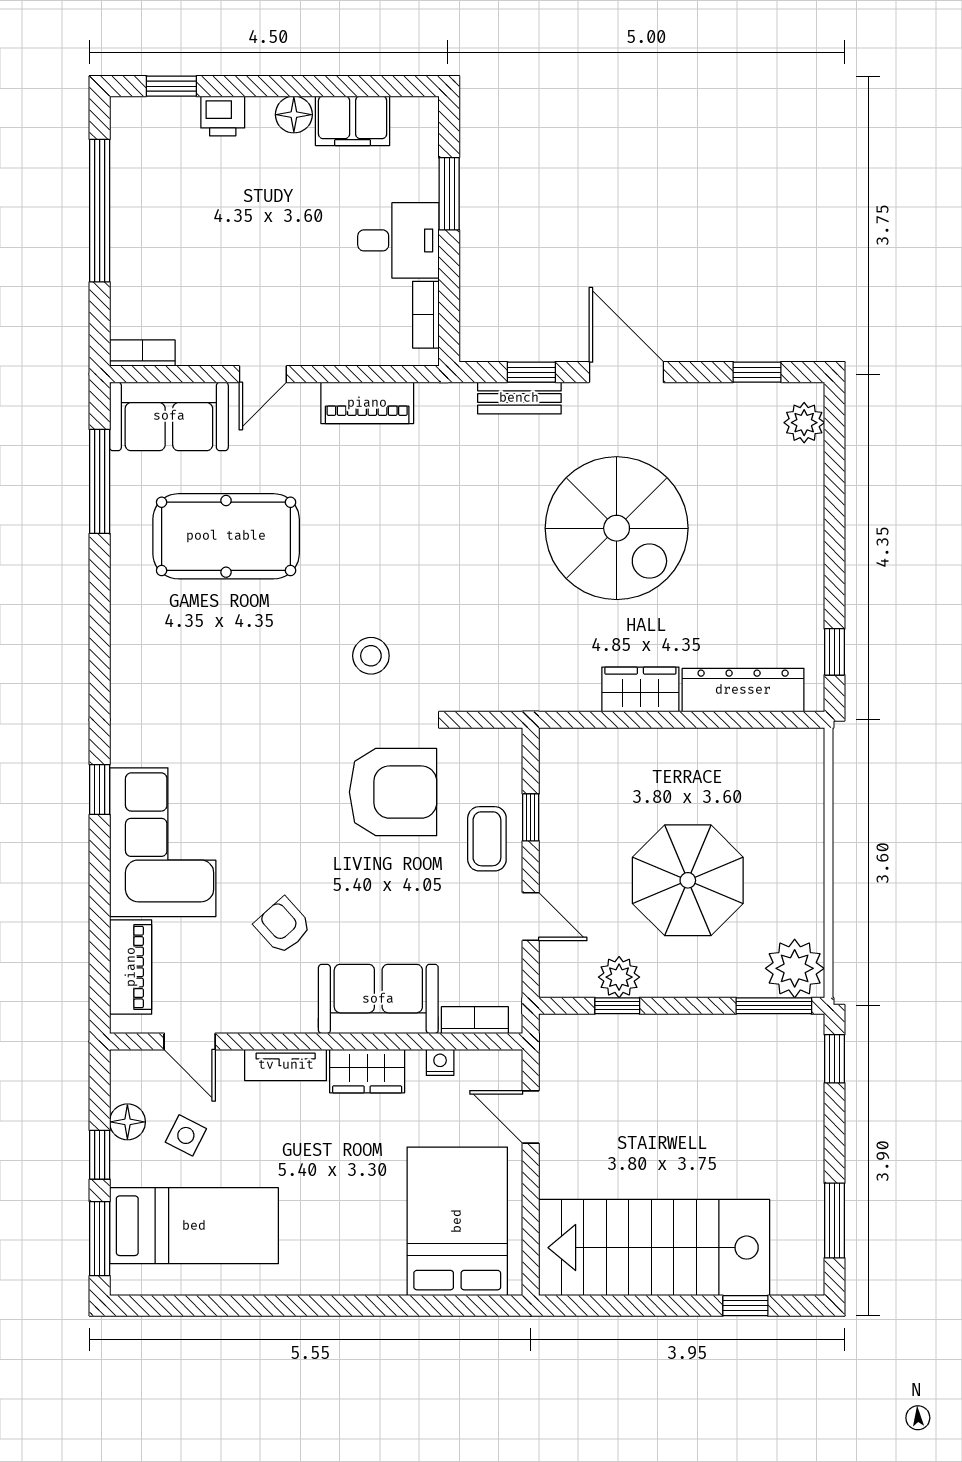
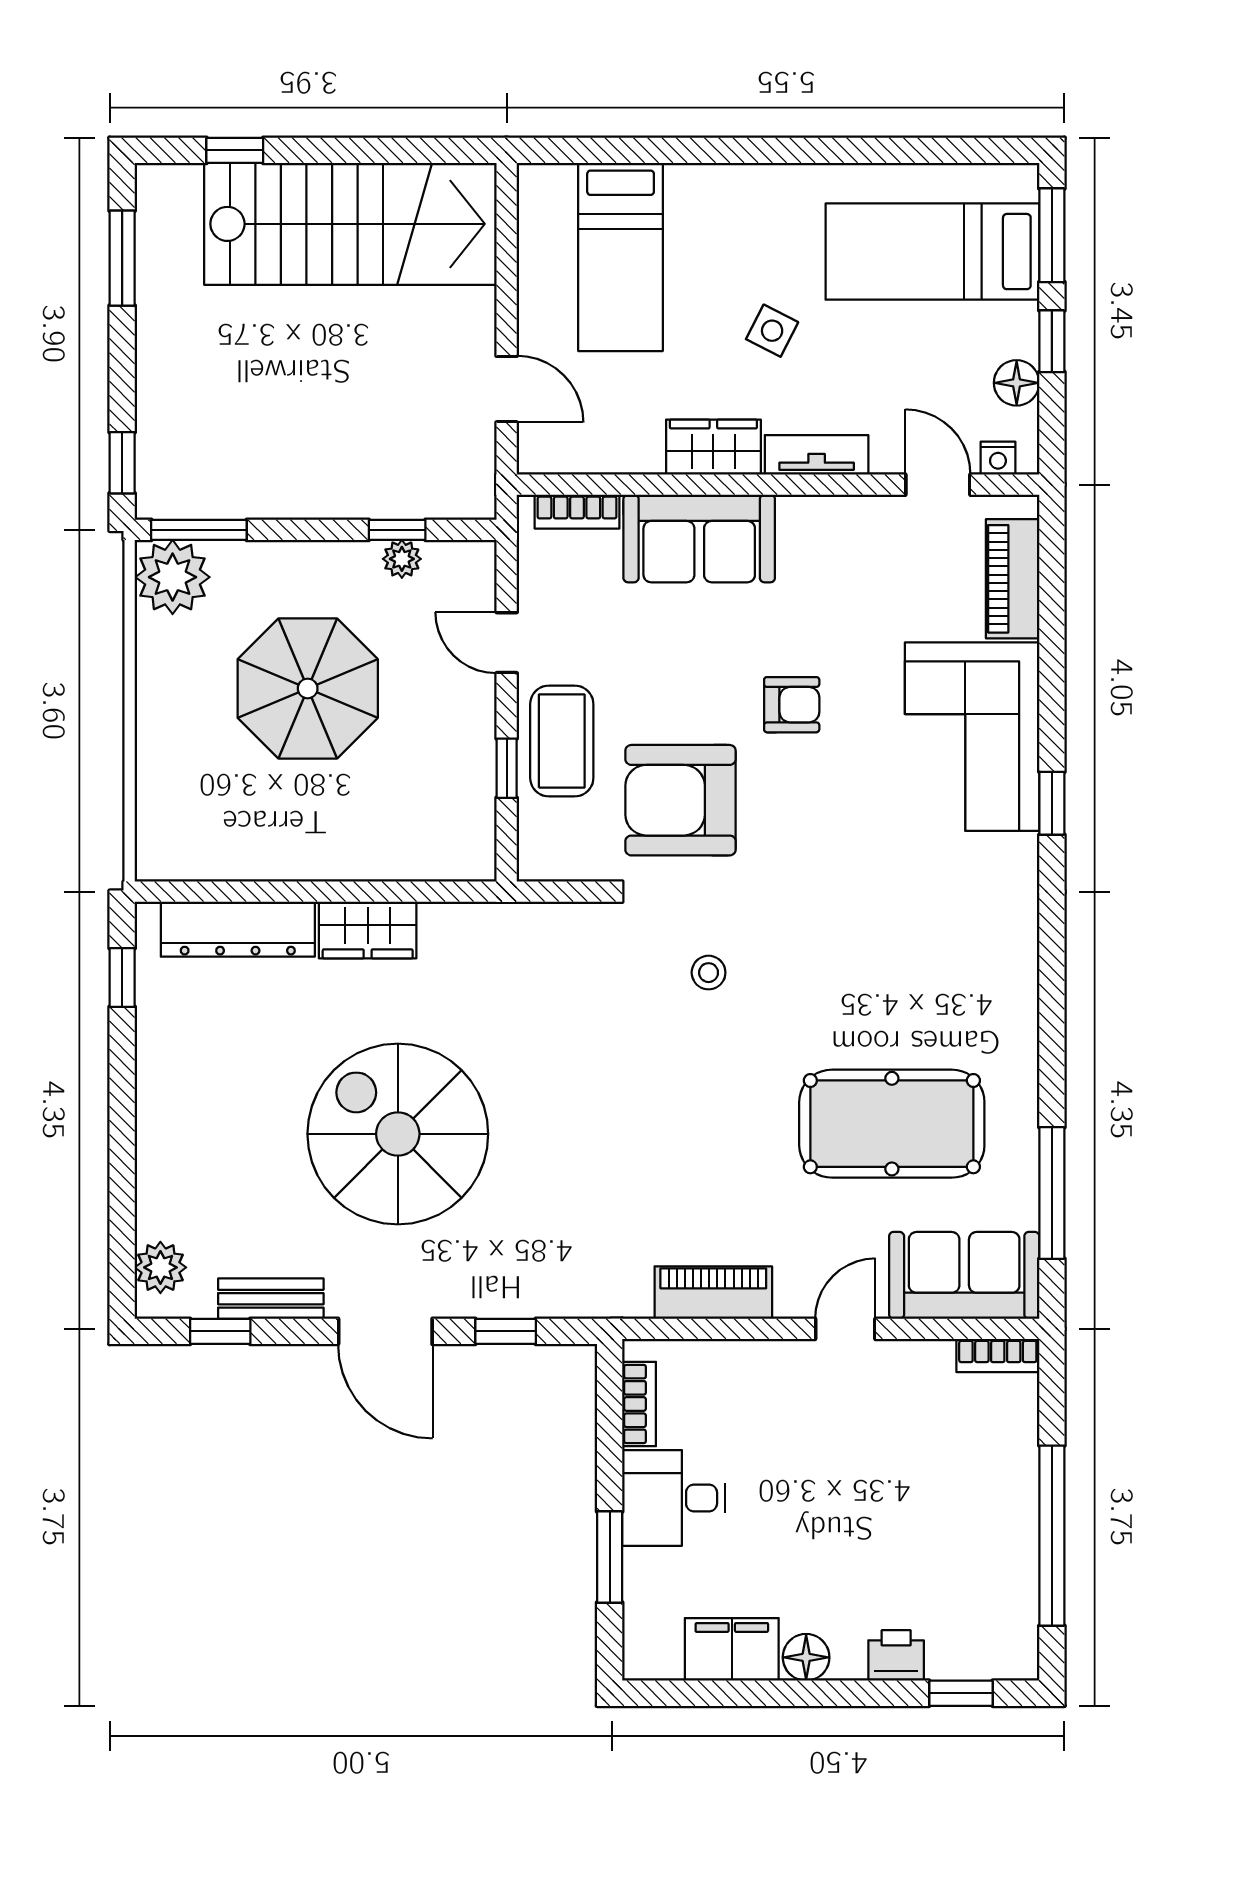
bench: (519, 398) -> (271, 1299), moved
stool: (371, 656) -> (709, 973), width x0.73, depth x0.73
coffee table: (487, 839) -> (562, 741), width x1.36, depth x1.30
armchair: (283, 926) -> (792, 705), moved, turned -48
plant: (619, 977) -> (402, 559), width x0.73, depth x0.73
nightstand: (440, 1062) -> (998, 458), moved
side table: (186, 1135) -> (772, 331), moved
bed: (457, 1221) -> (621, 257), width x0.67

